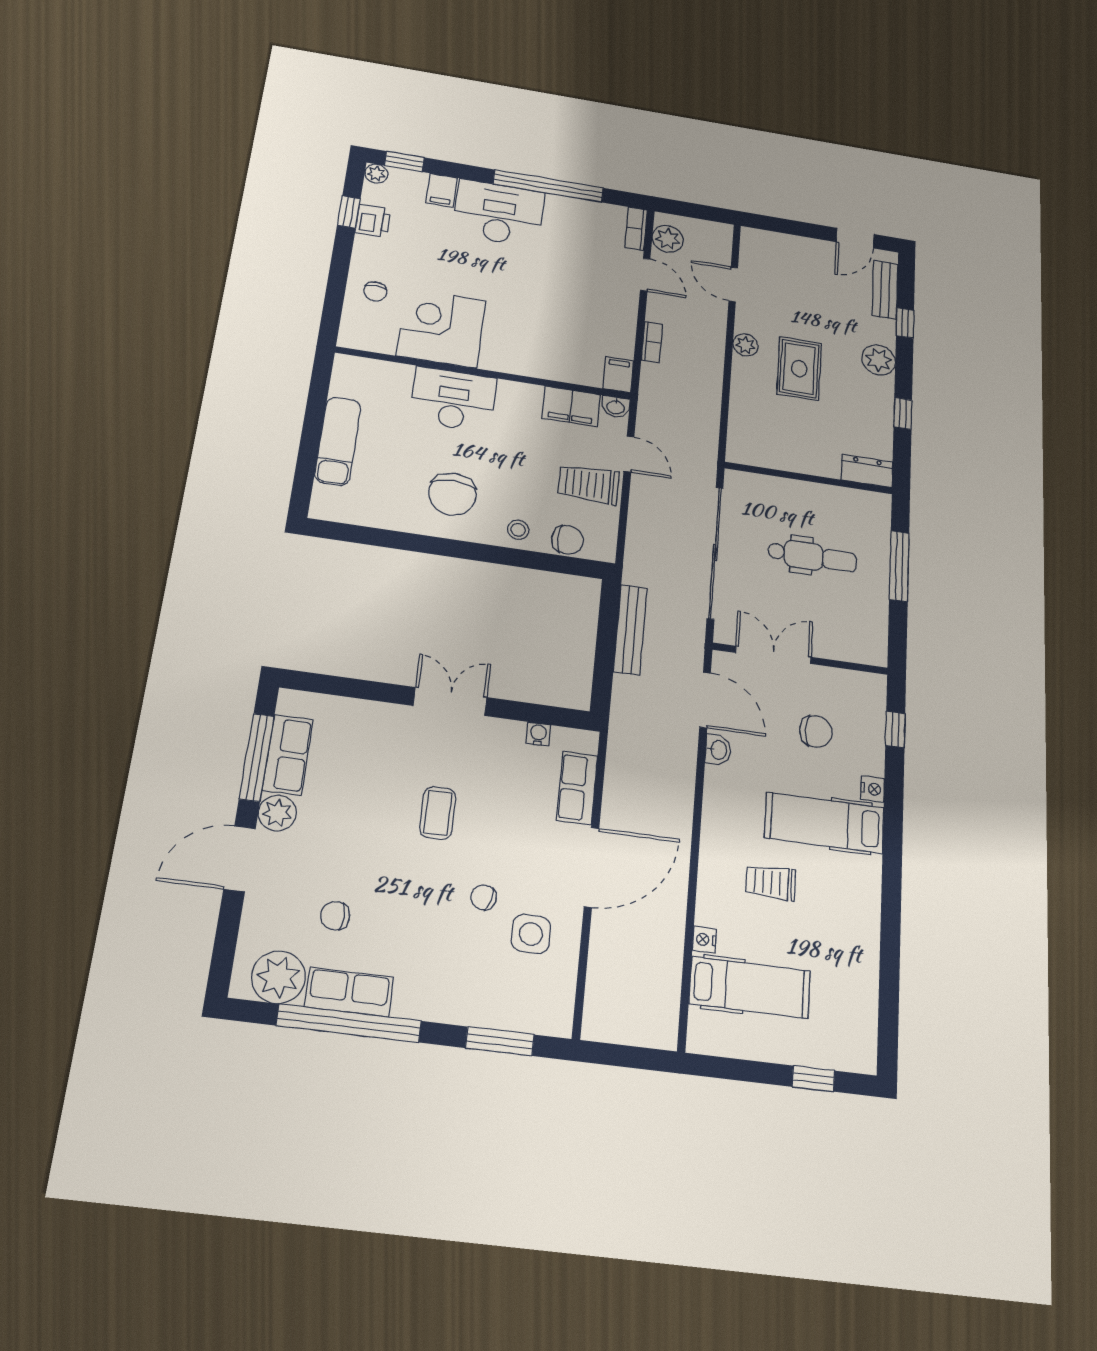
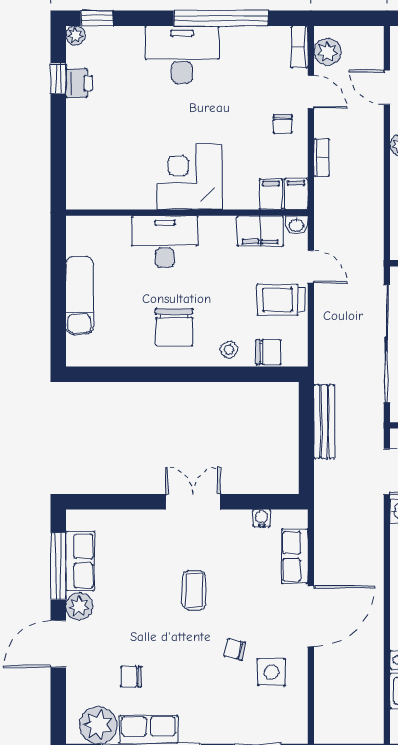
filing cabinet: (442, 190) -> (271, 194), moved, turned 180
chair: (375, 291) -> (283, 124), moved
corner desk: (441, 328) -> (190, 177), moved

